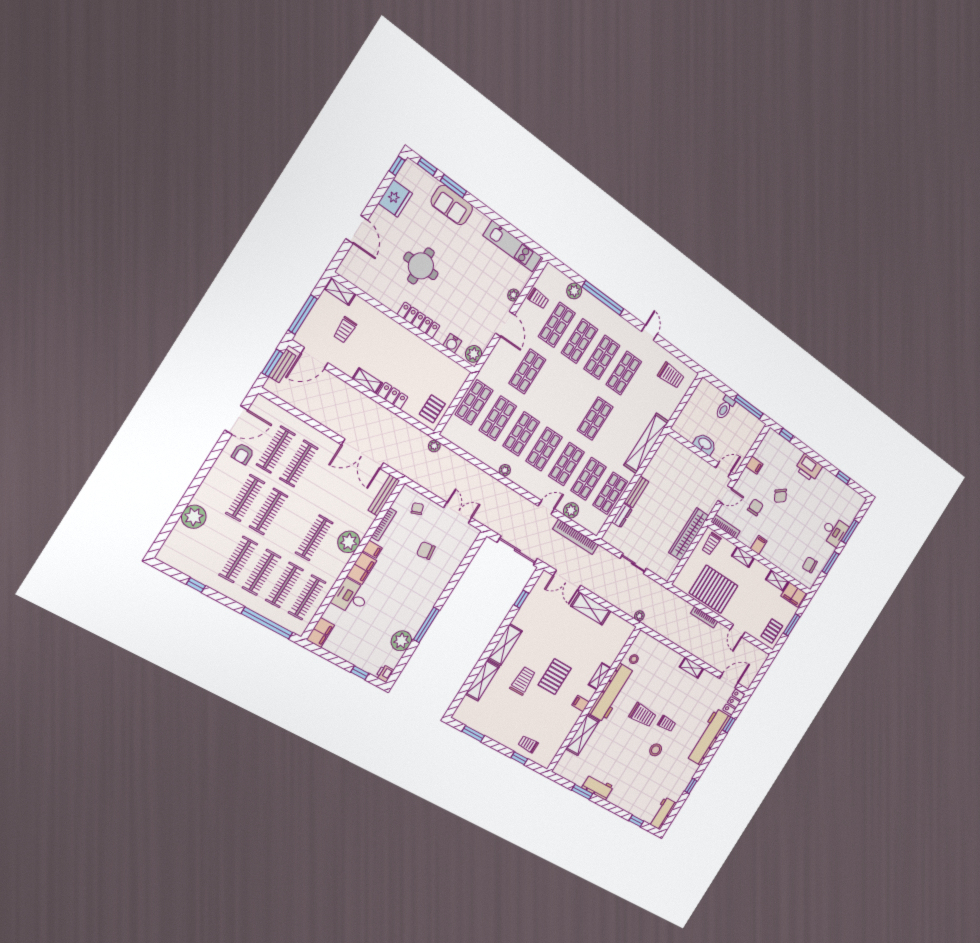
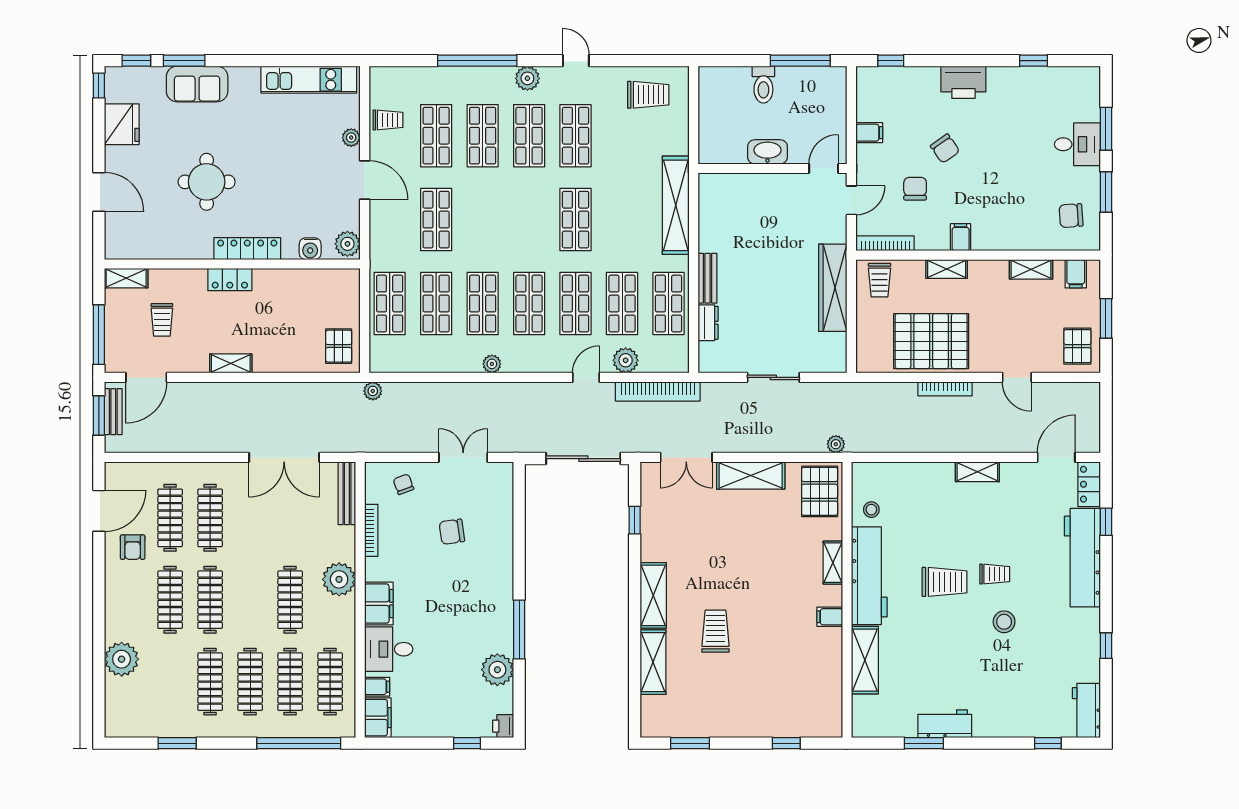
plant: (574, 291) -> (527, 78), moved
locker: (393, 396) -> (230, 280), moved, turned 180
filing cabinet: (372, 549) -> (377, 687), moved
window: (196, 585) -> (177, 743), width x1.50
filing cabinet: (794, 595) -> (1076, 274), width x0.50
pallet: (555, 677) -> (820, 491), moved
trolley: (528, 744) -> (786, 716), removed

